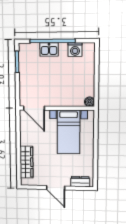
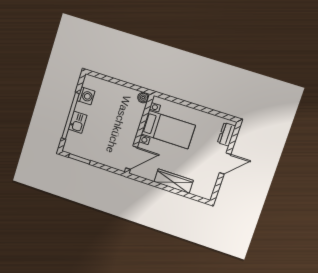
wardrobe: (26, 162) -> (174, 181), moved

